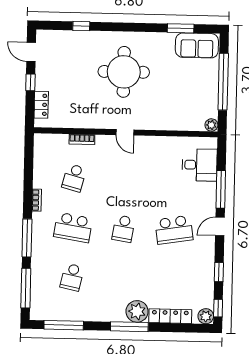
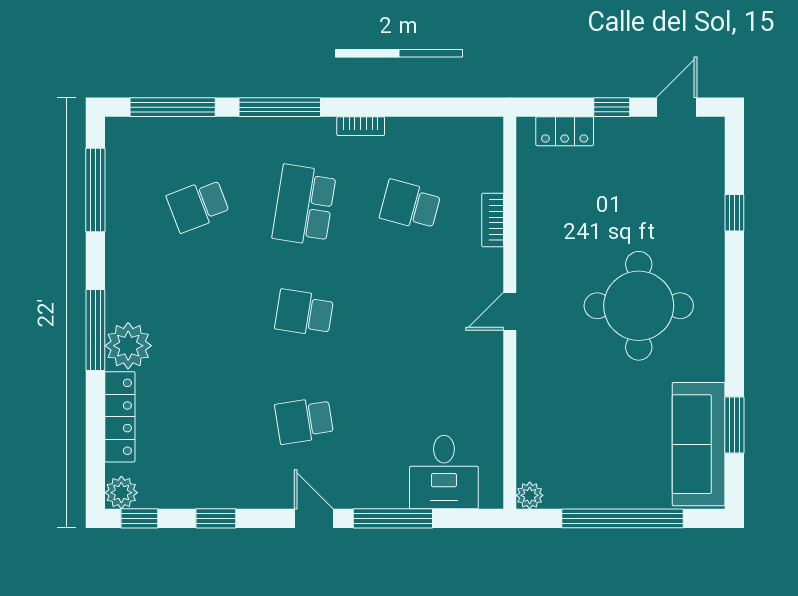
sofa: (197, 45) -> (699, 444), width x1.36
school desk: (174, 230) -> (304, 420), width x0.54
school desk: (72, 277) -> (198, 205), turned -33

